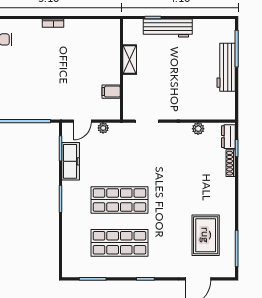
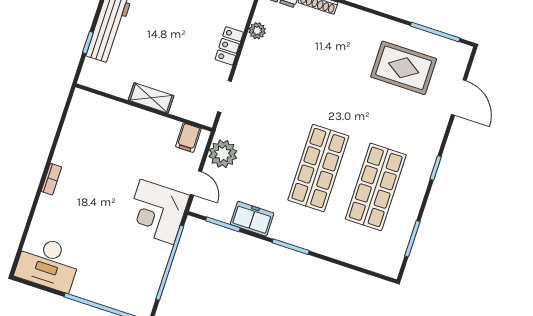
shelving: (130, 60) -> (151, 98), moved
filing cabinet: (111, 92) -> (188, 138), moved
corner desk: (54, 101) -> (157, 212), added
locker: (182, 113) -> (229, 46), added
plant: (103, 128) -> (223, 154), width x1.88, depth x1.88
freezer: (71, 161) -> (252, 219), width x0.71

